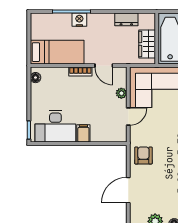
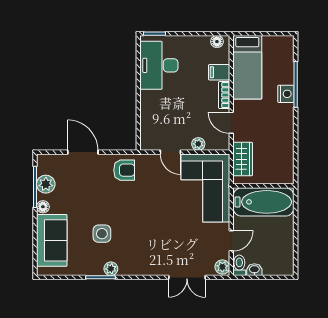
dresser: (126, 19) -> (286, 150), removed
wardrobe: (147, 44) -> (243, 159), moved, turned 90
door: (104, 66) -> (231, 123), hinge flipped
filing cabinet: (83, 133) -> (219, 72), moved, turned 180

